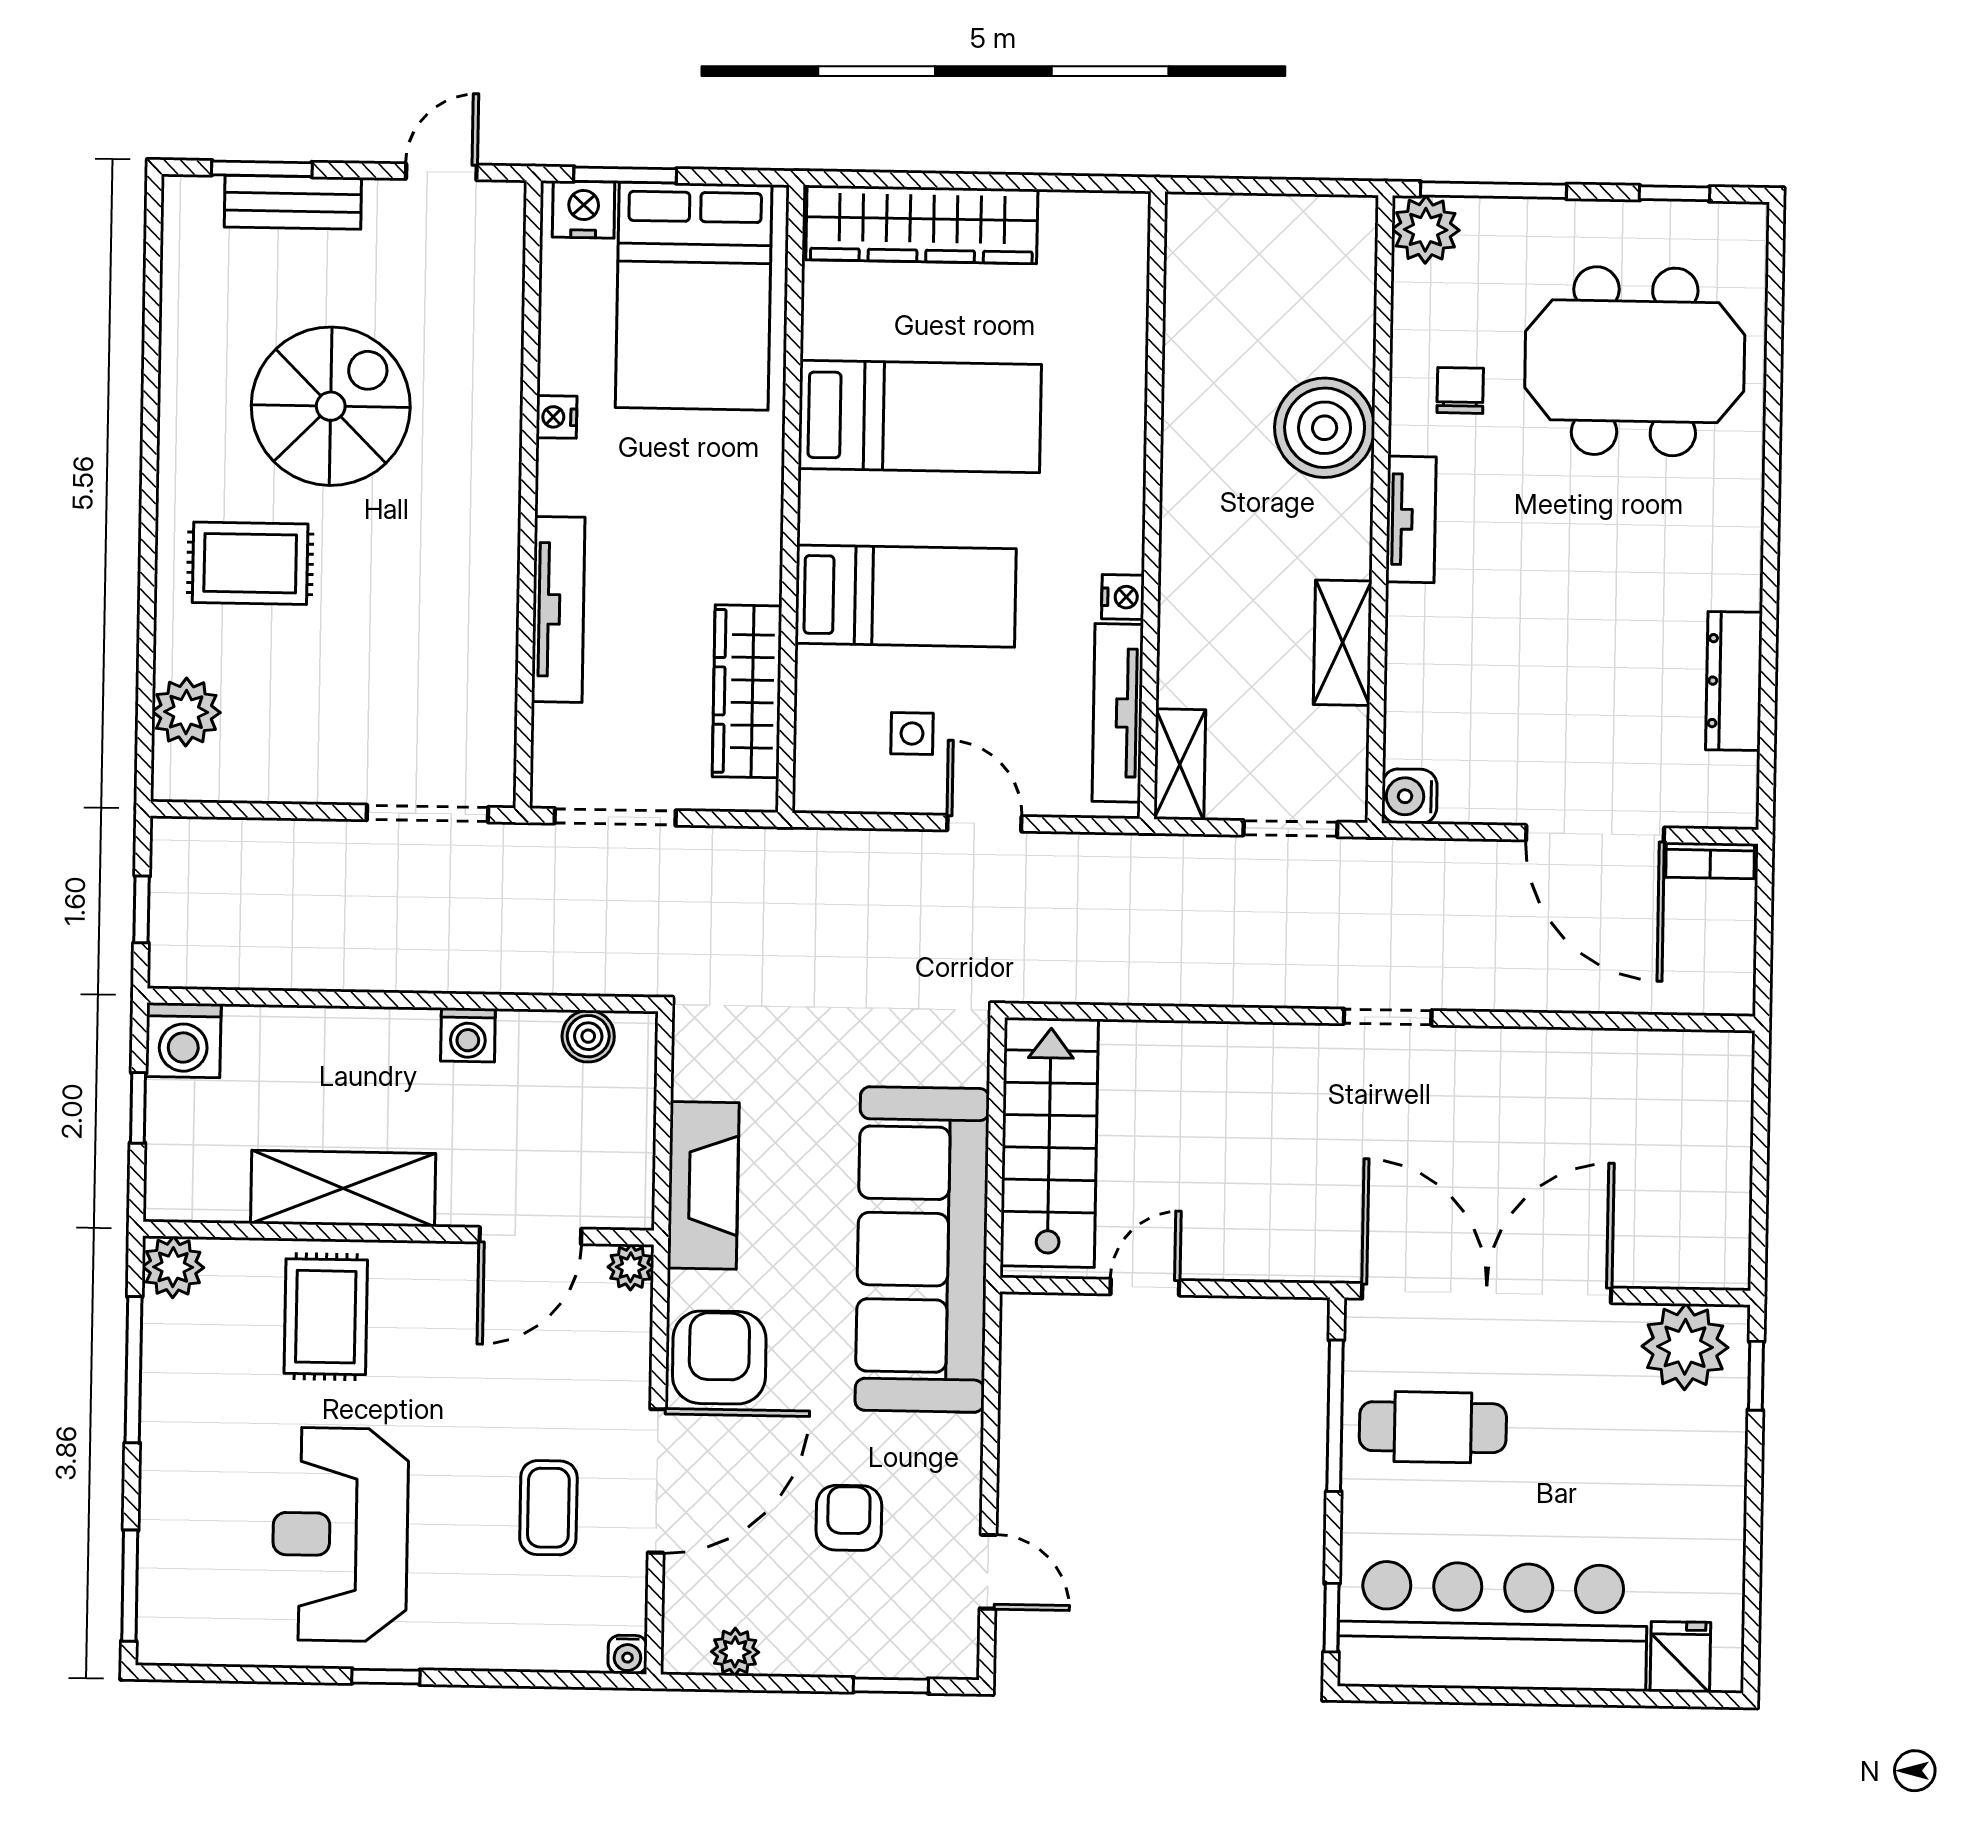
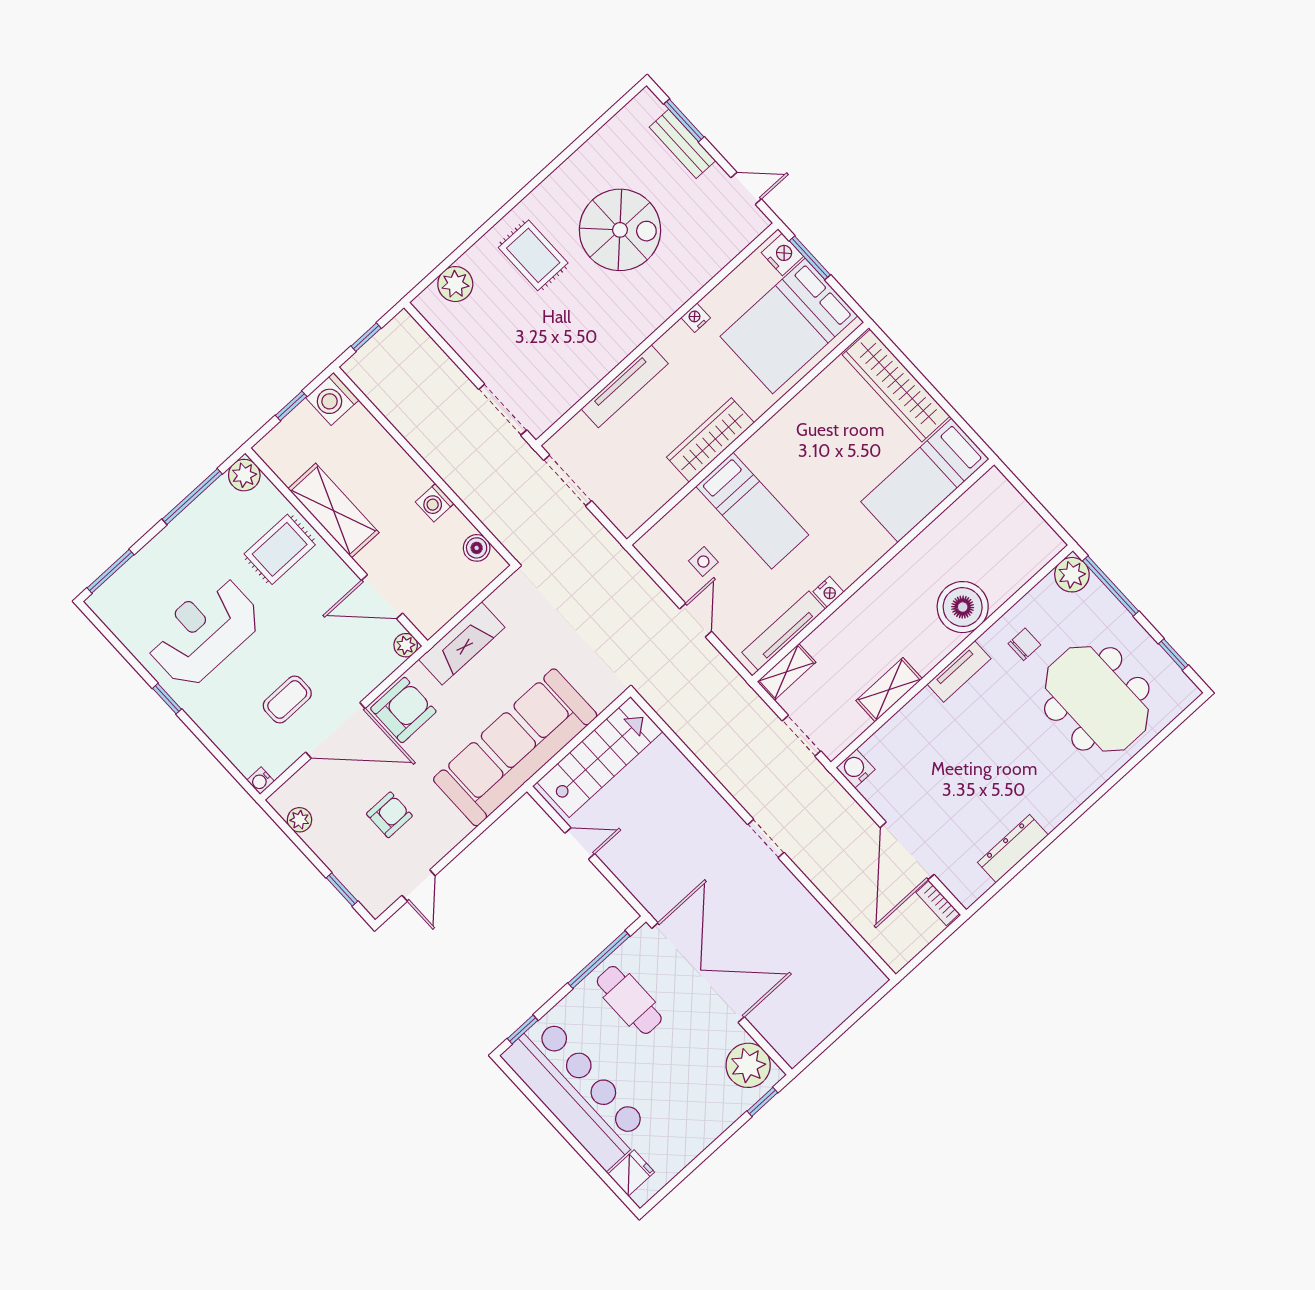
bed: (920, 417) -> (925, 480), moved, turned 90
wardrobe: (747, 691) -> (710, 440), moved

